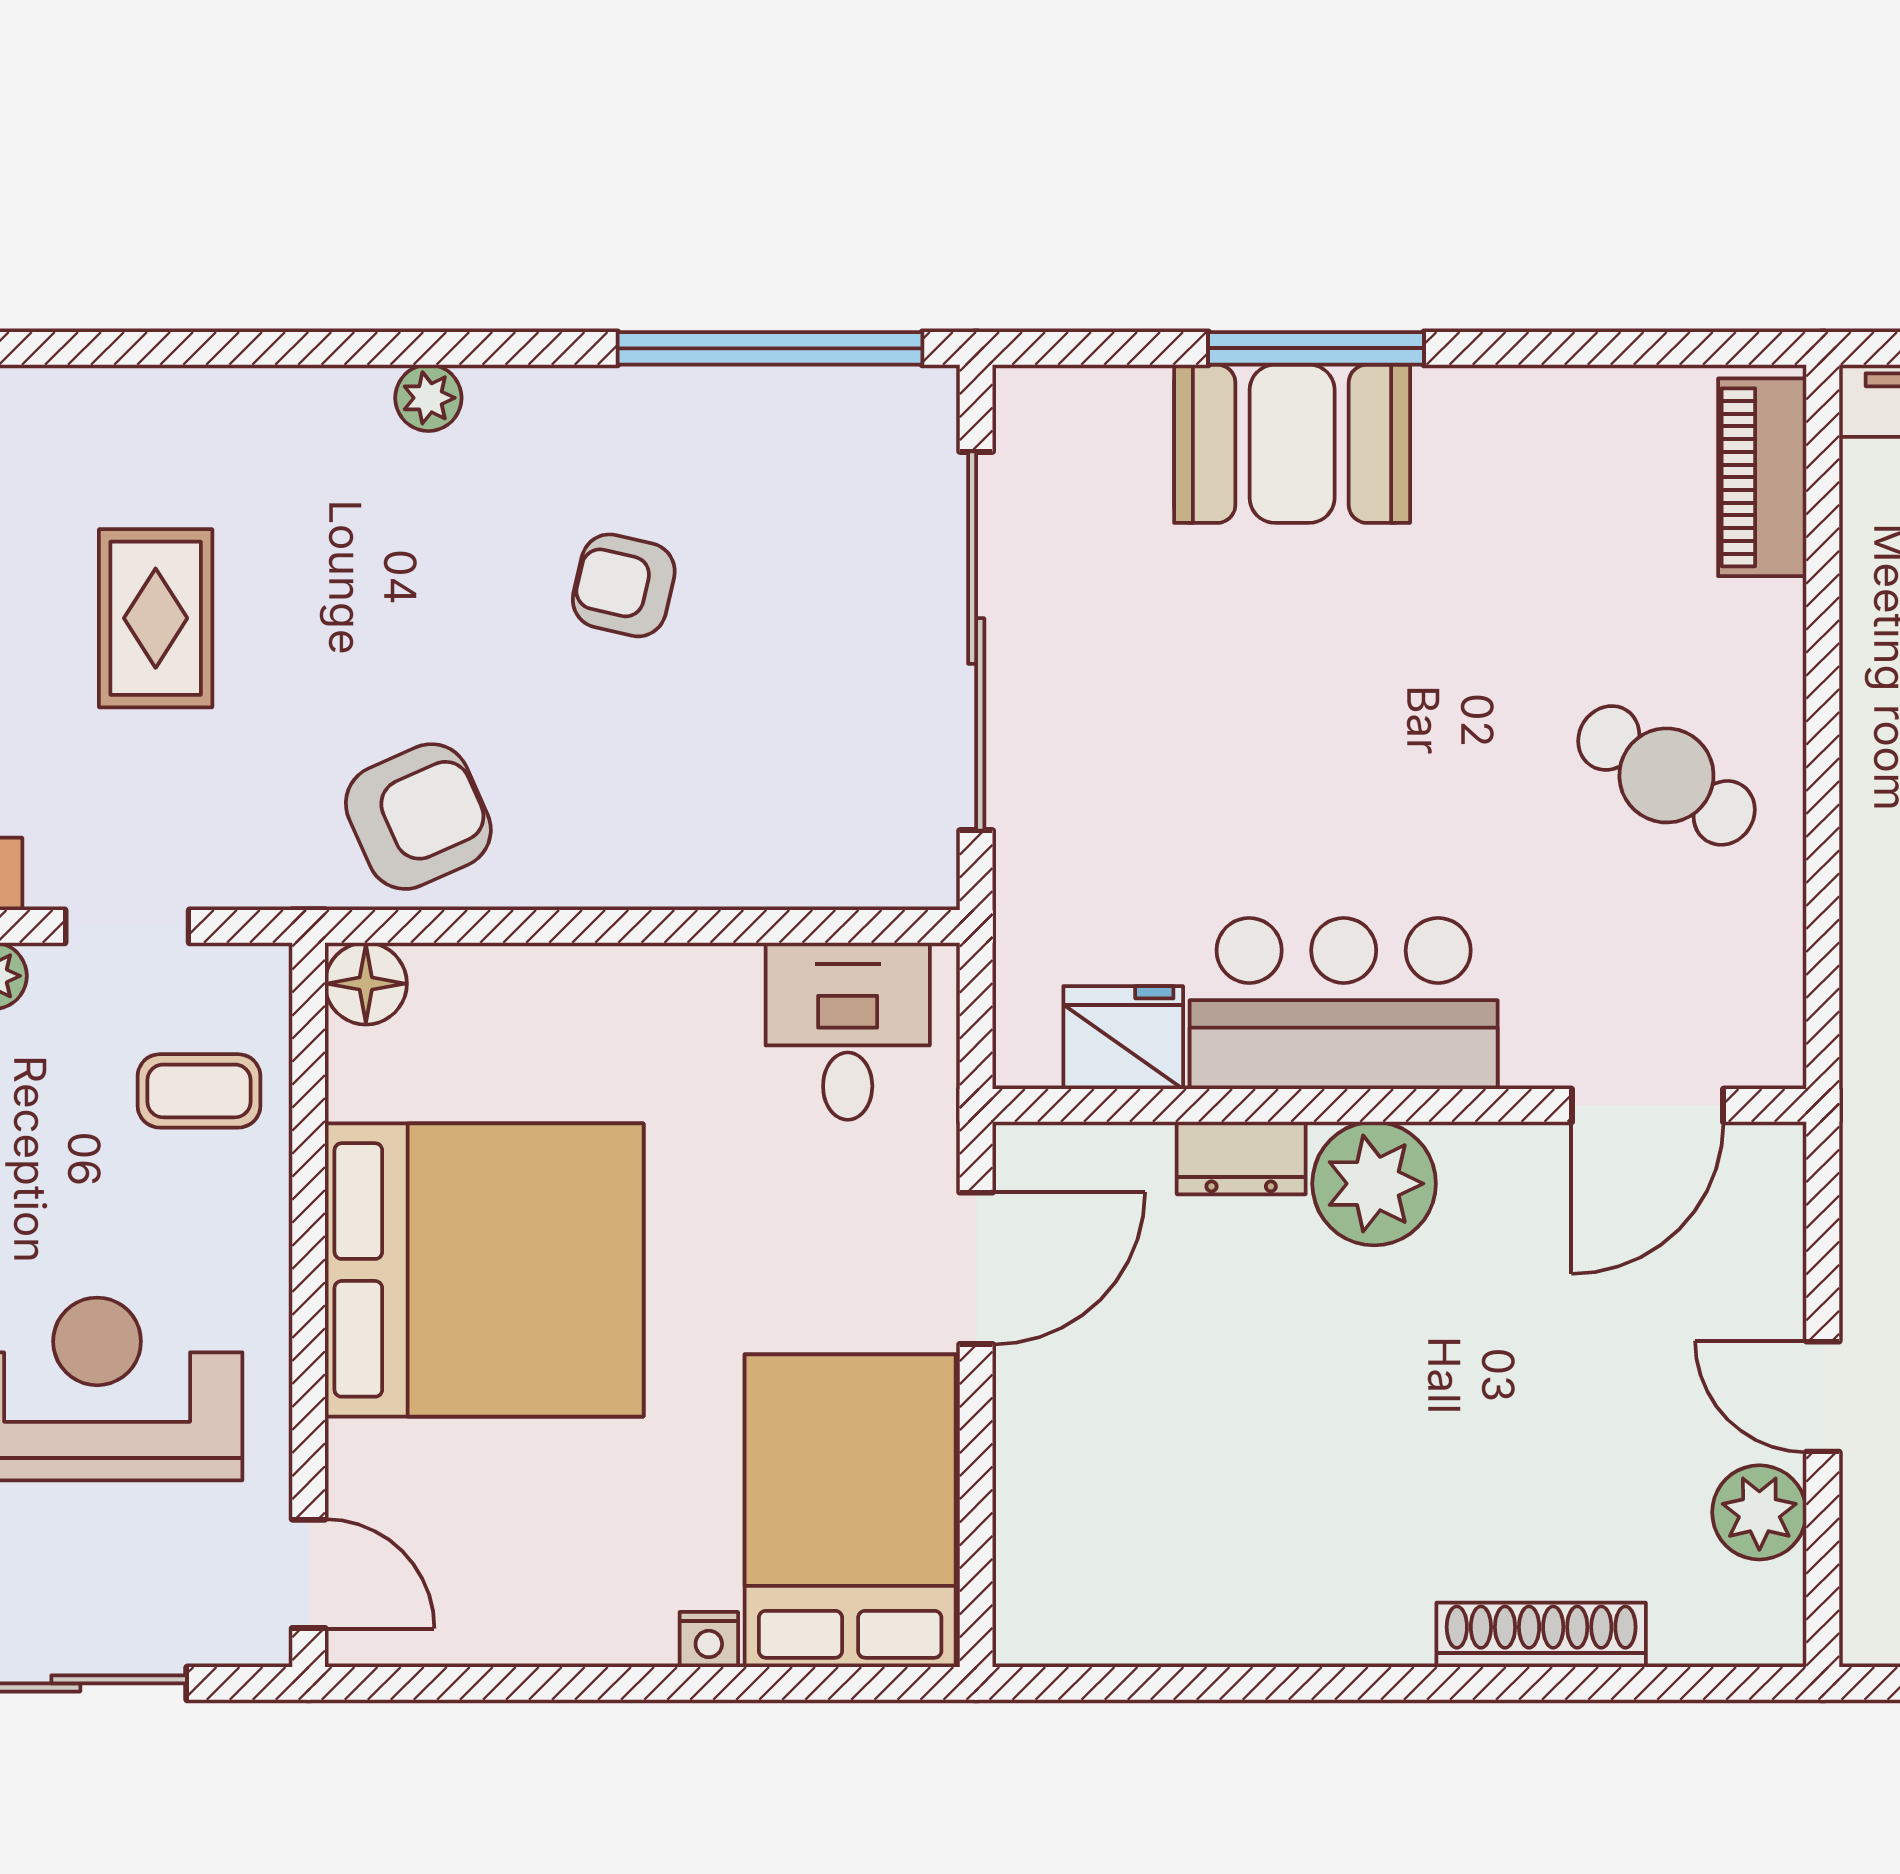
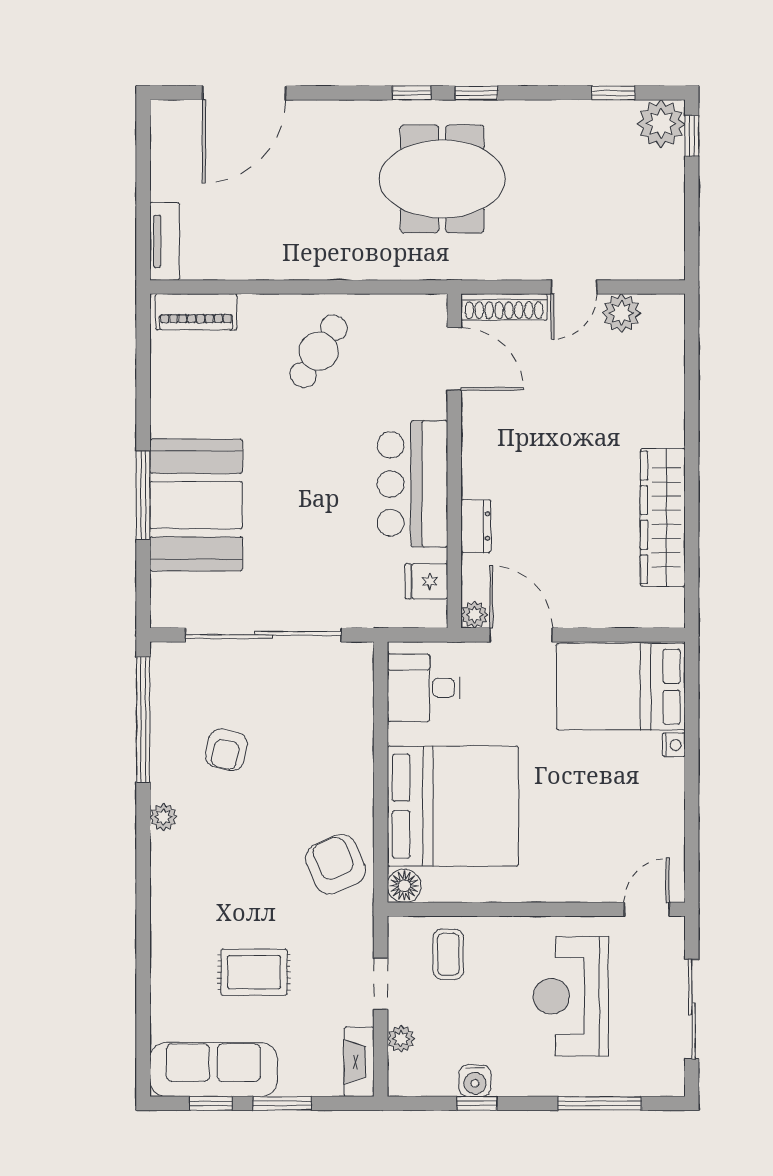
plant: (428, 398) -> (163, 817), moved
booth: (1292, 444) -> (196, 505), width x1.36, depth x1.42
armchair: (624, 585) -> (226, 750), moved
fridge: (1123, 1038) -> (426, 581), width x0.72
plant: (1374, 1184) -> (474, 615), moved, width x0.53, depth x0.53
bed: (484, 1270) -> (453, 806), moved, turned 90
wardrobe: (1262, 1613) -> (663, 517), added
shoe rack: (1541, 1635) -> (504, 307), moved, turned -90

